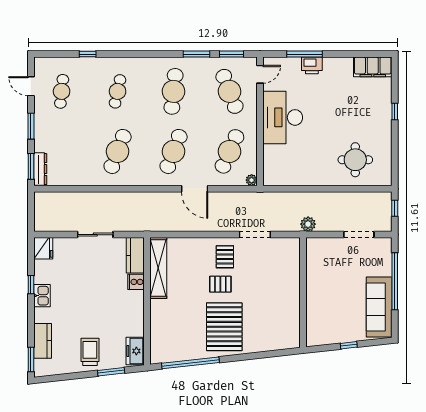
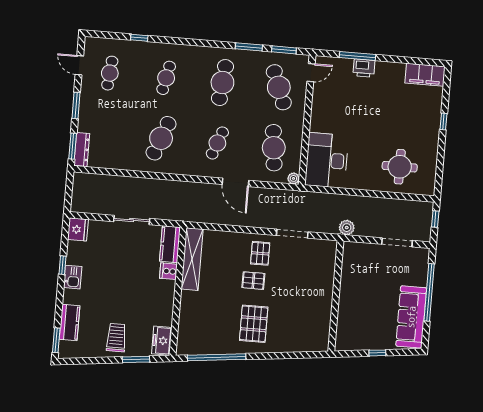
desk: (283, 117) -> (327, 160), moved
cafe table: (174, 151) -> (217, 143), width x0.73, depth x0.74
cafe table: (229, 151) -> (274, 148), turned -30
pallet: (224, 327) -> (254, 324), width x0.73, depth x0.71

